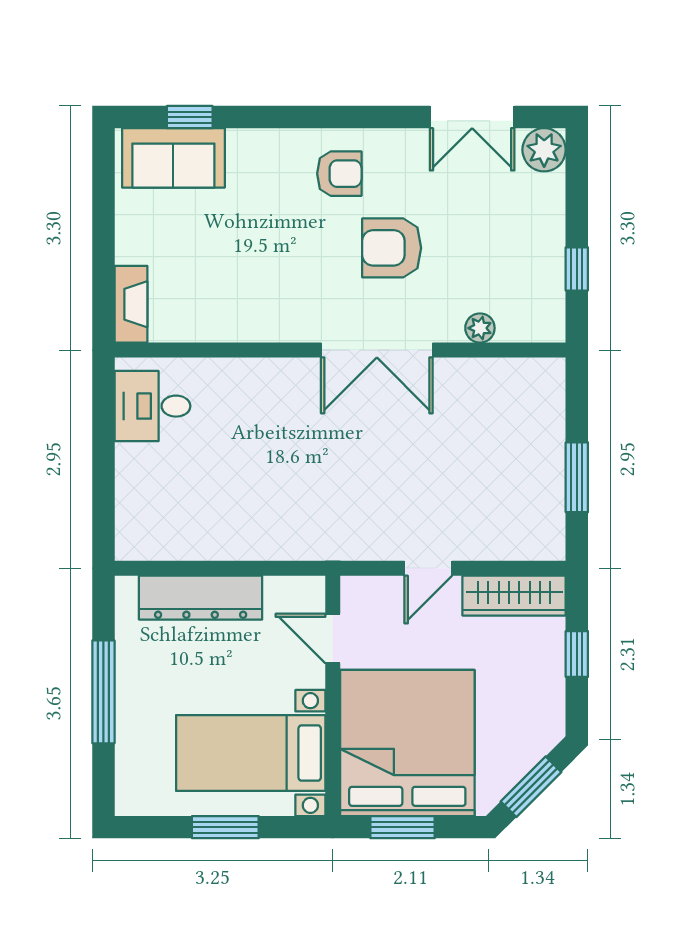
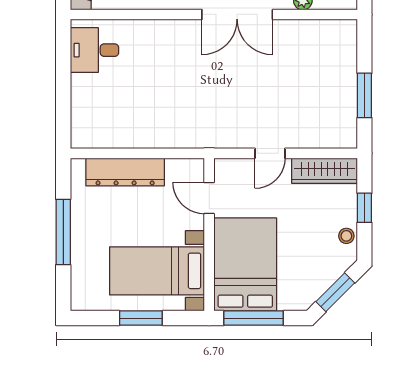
stool: (548, 698) -> (346, 236), added
bed: (407, 743) -> (245, 264), width x0.73
window: (403, 827) -> (254, 318), width x1.44

